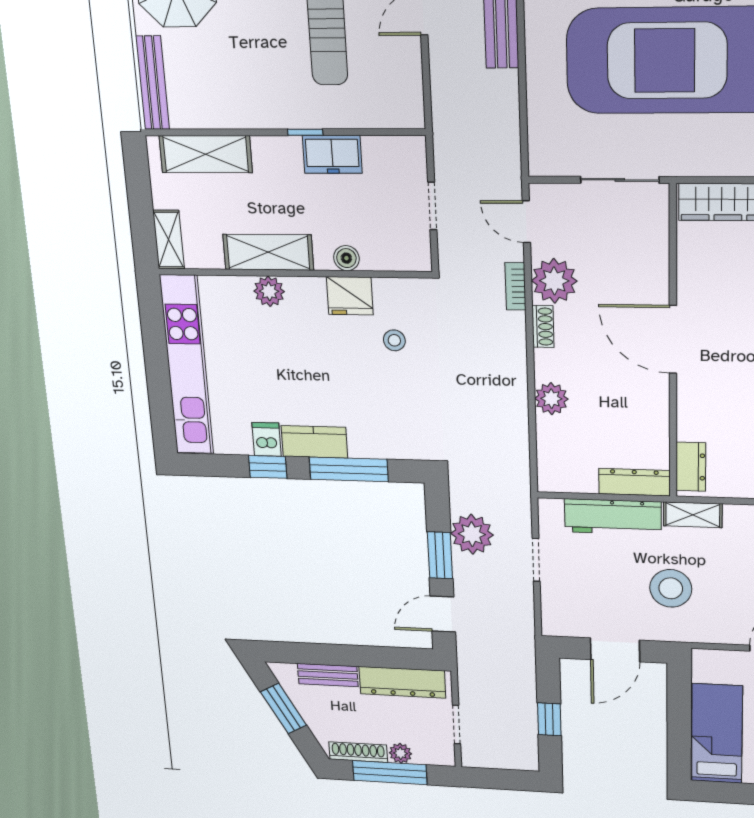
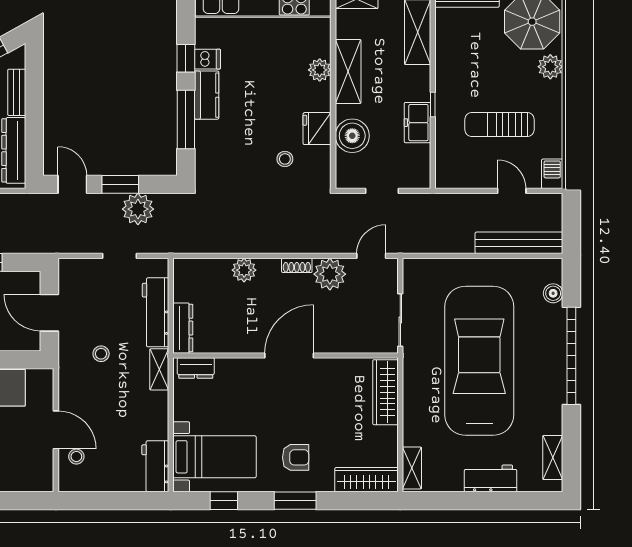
boiler: (346, 258) -> (352, 136), width x1.86, depth x1.86
bookcase: (515, 286) -> (325, 247), removed
stool: (671, 588) -> (101, 354), width x0.53, depth x0.53

